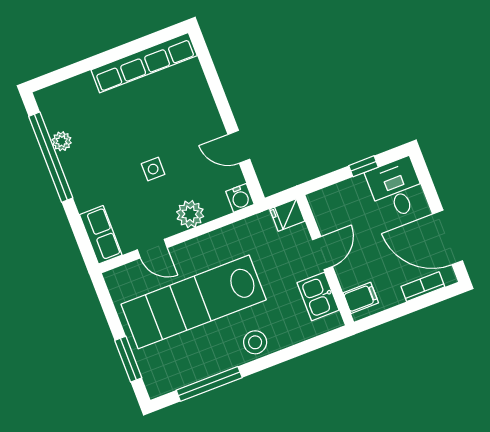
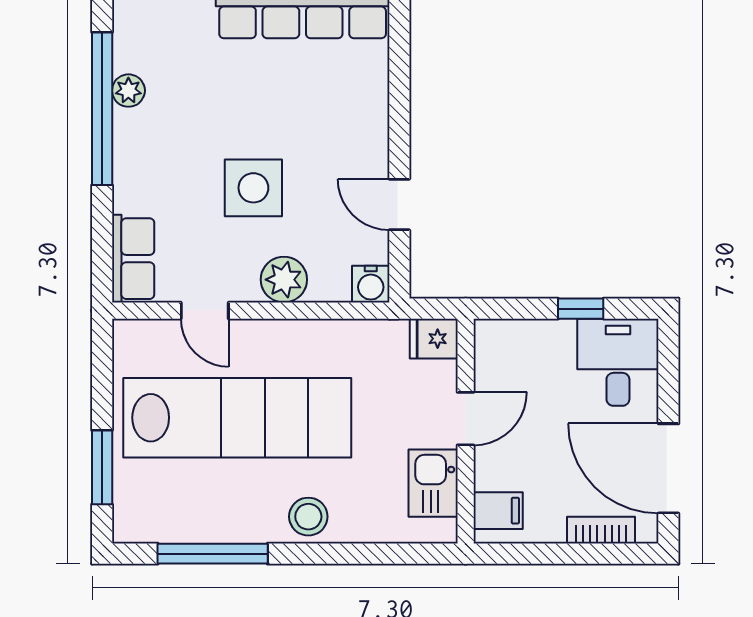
side table: (153, 169) -> (253, 188), width x1.87, depth x1.87
lab bench: (194, 302) -> (237, 418), turned 180

